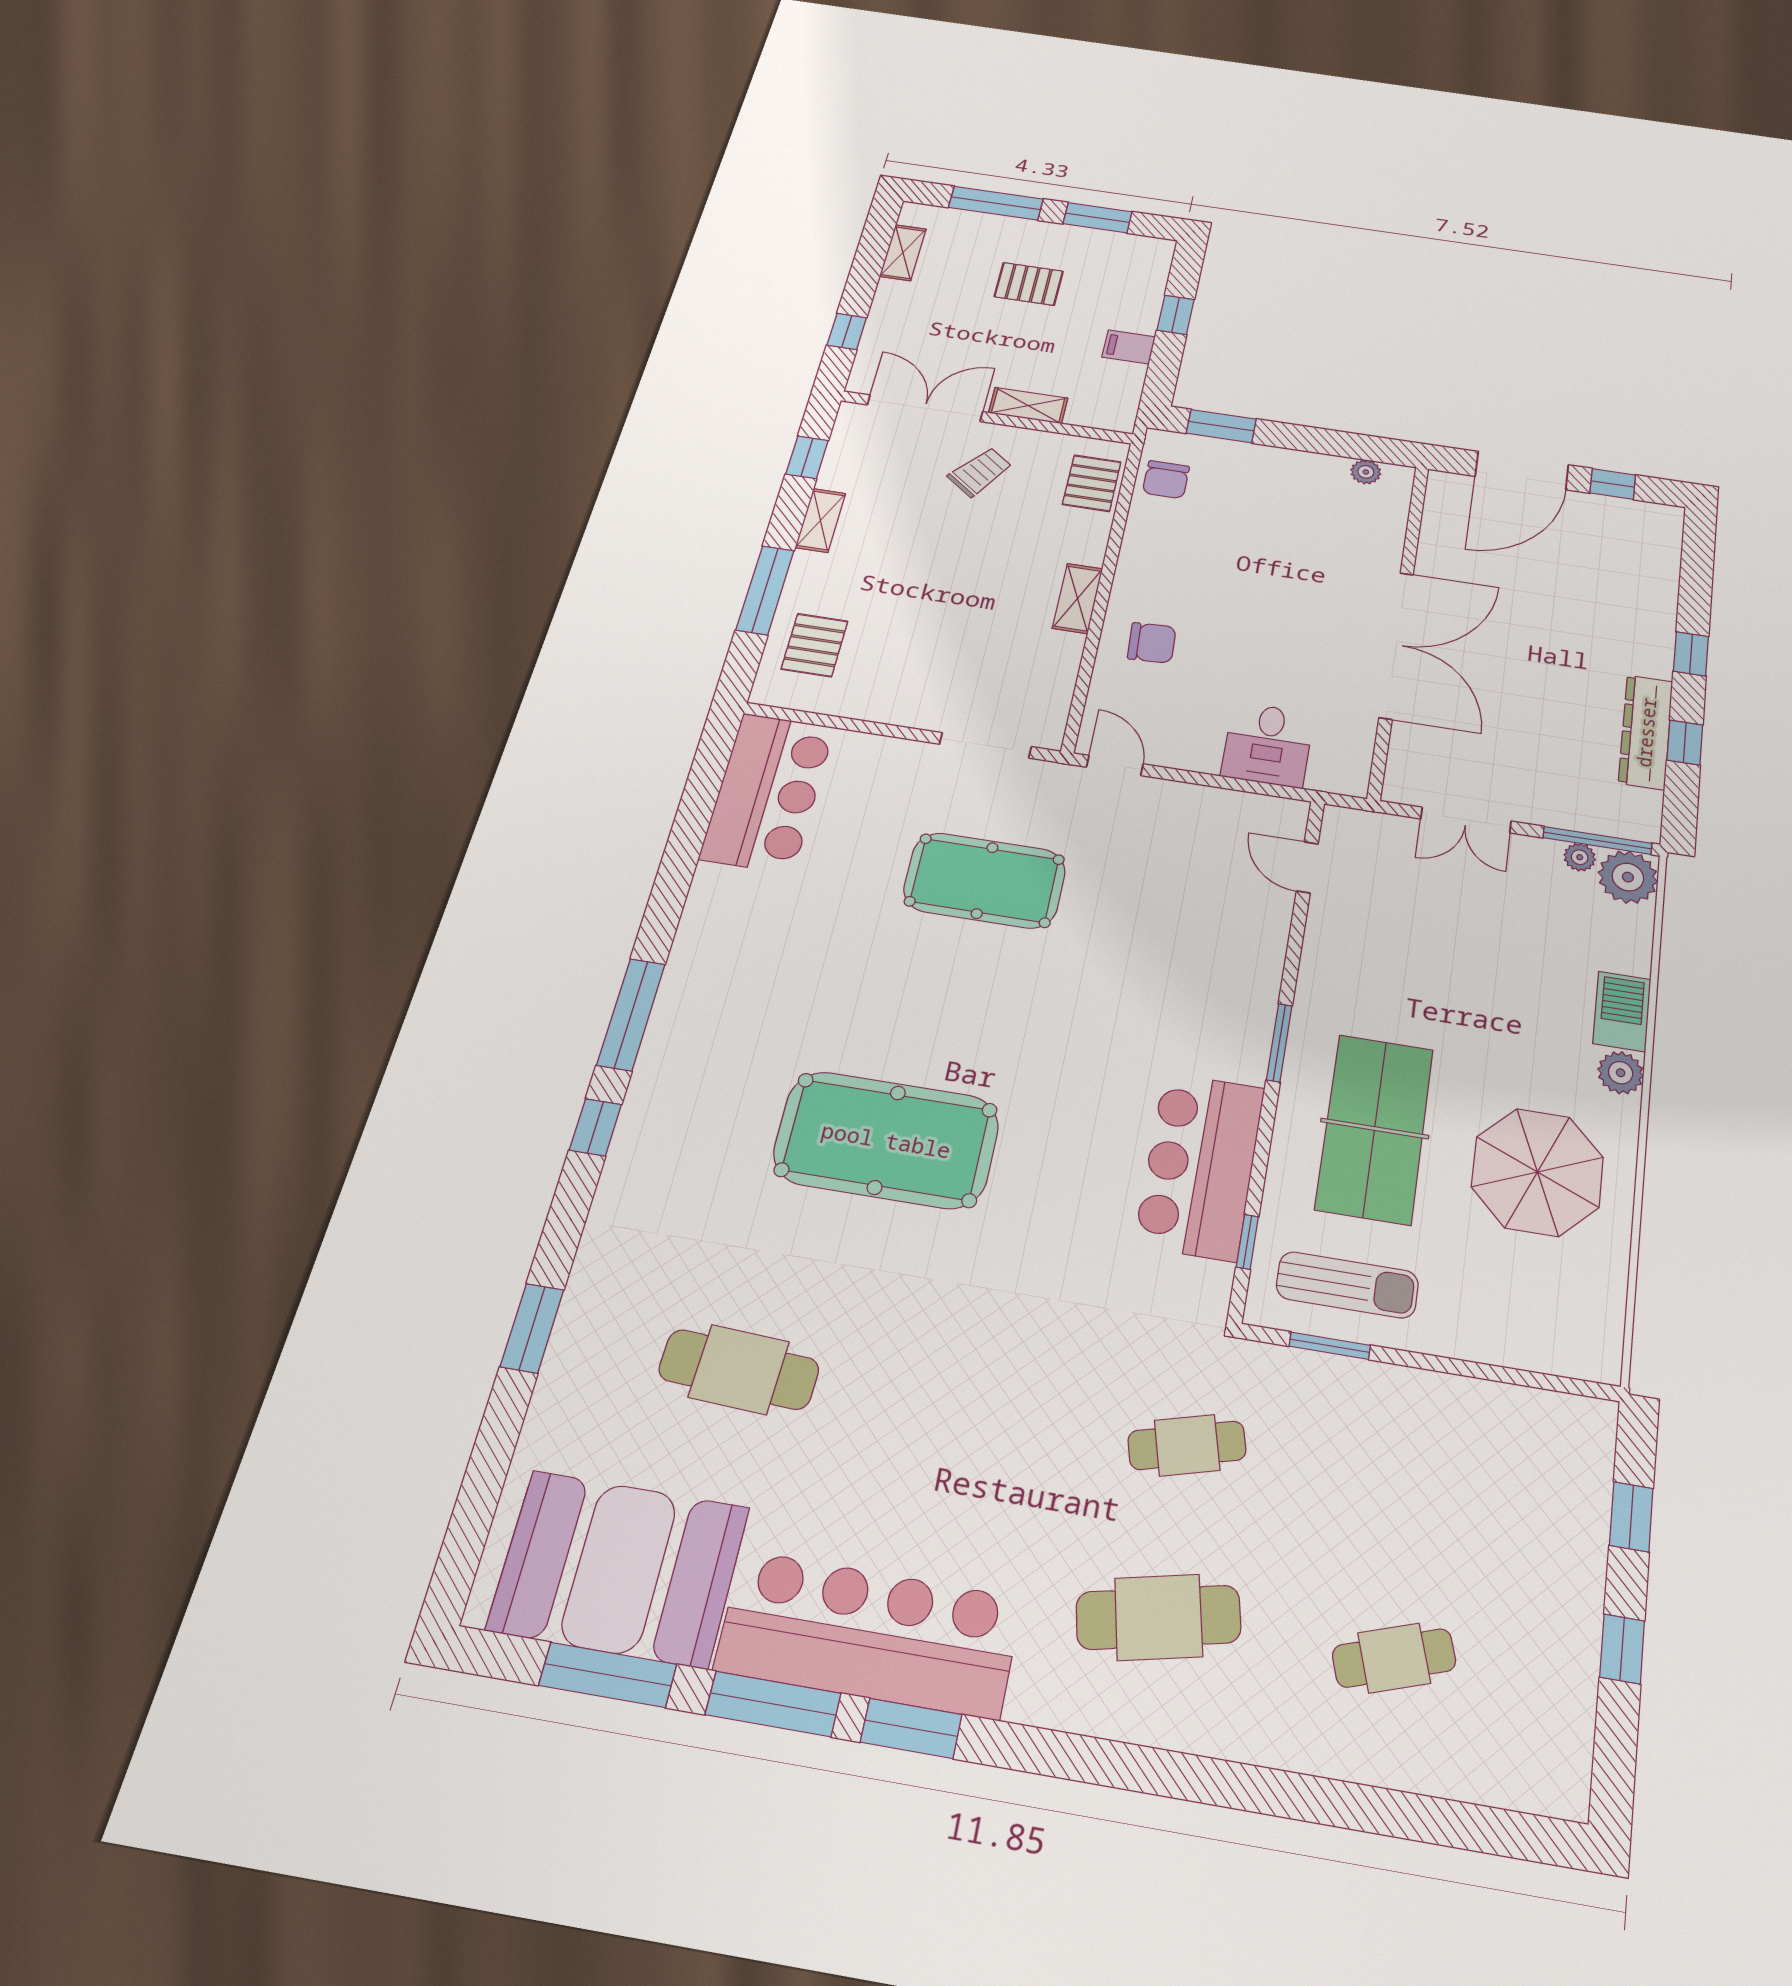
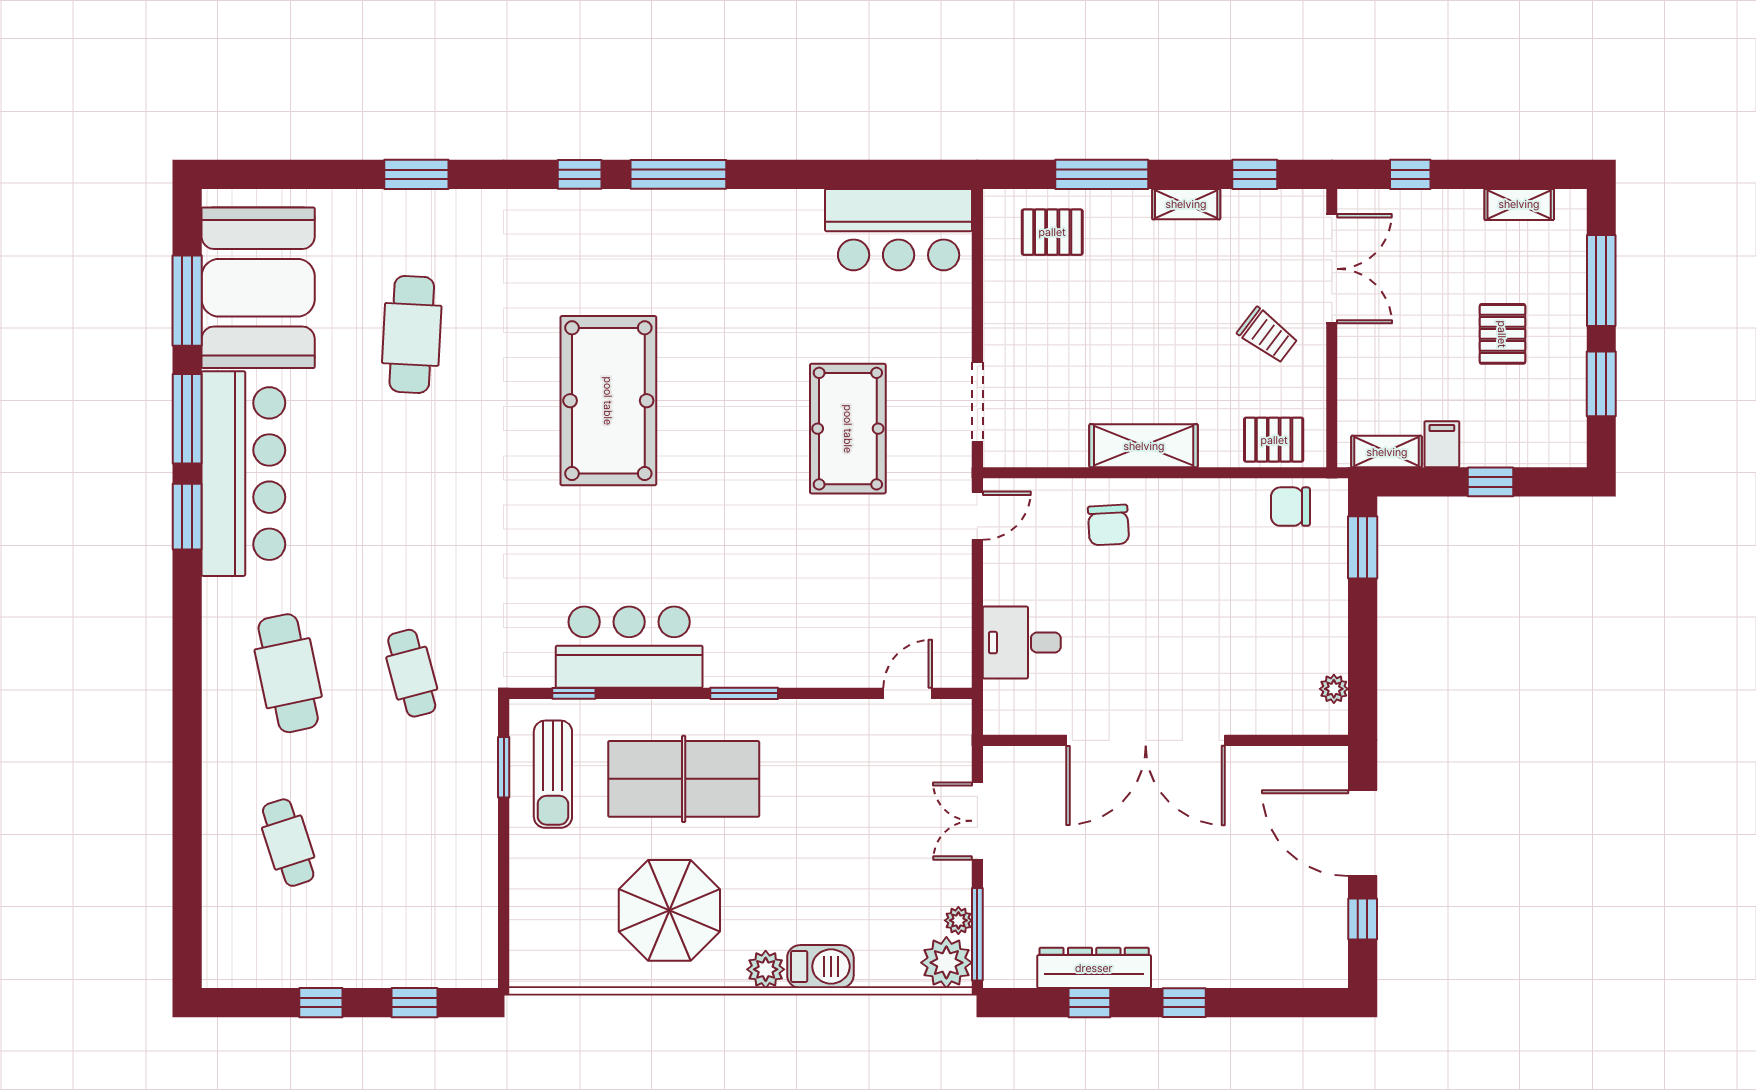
shelving: (1028, 406) -> (1387, 452), moved, turned 90
shelving: (1078, 598) -> (1144, 446), width x1.50, depth x1.33

